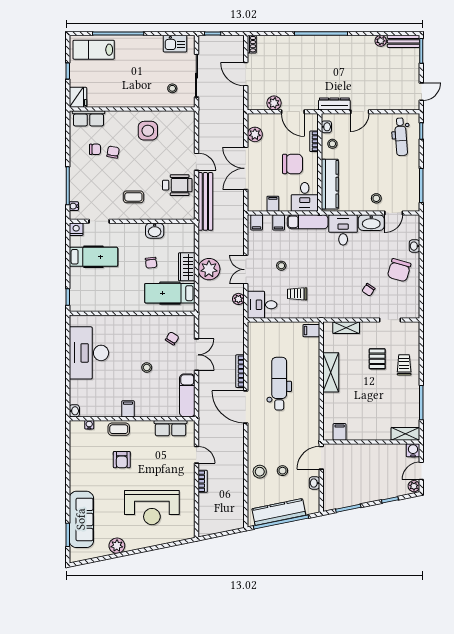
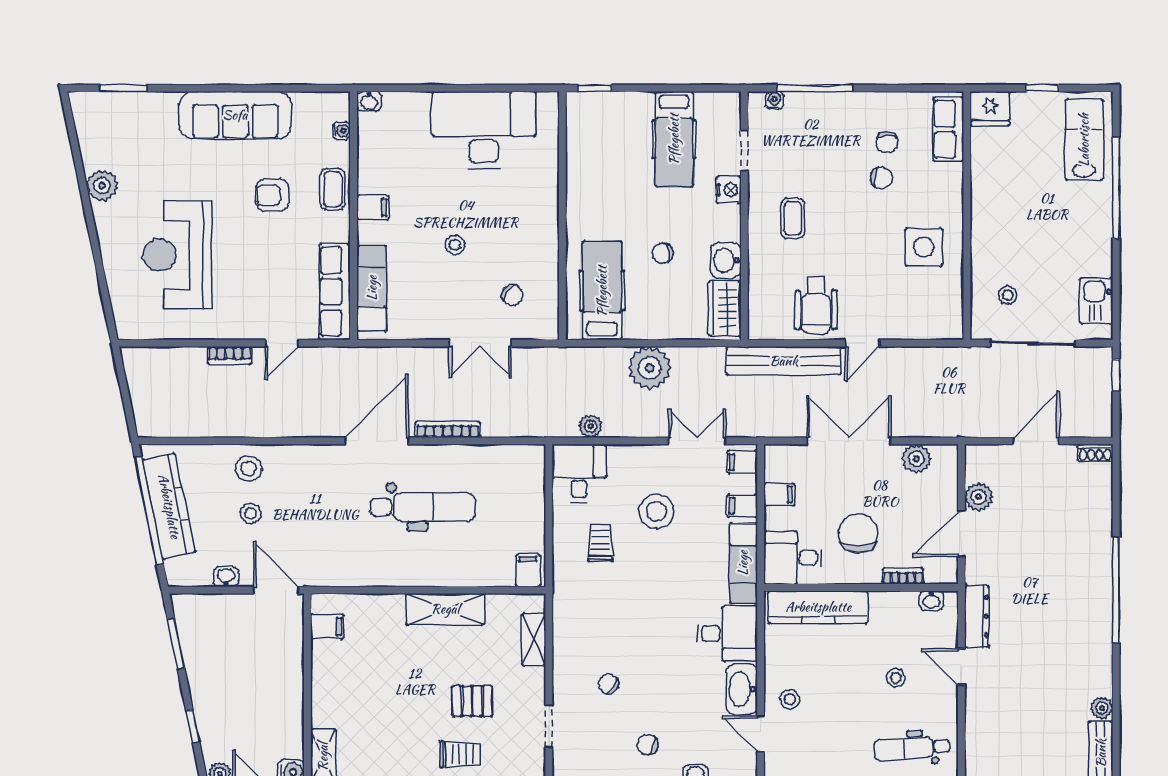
stool: (332, 144) -> (896, 678), moved
chair: (293, 164) -> (858, 533), turned 180
nightstand: (76, 229) -> (729, 190), moved
stool: (281, 266) -> (656, 511), width x1.89, depth x1.89
wardrobe: (187, 267) -> (725, 308), moved, turned -90
double door: (246, 270) -> (697, 441), moved
chair: (399, 270) -> (647, 744), width x0.54, depth x0.54
exam couch: (187, 395) -> (372, 288), moved, turned 90
row of seats: (171, 428) -> (335, 292), width x1.48
sofa: (81, 519) -> (235, 115), moved

